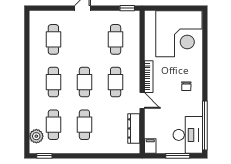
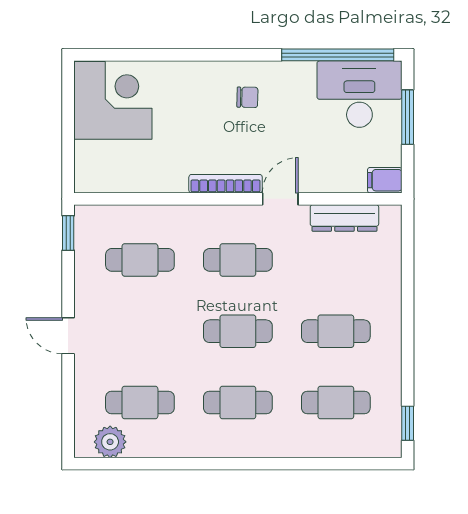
corner desk: (179, 34) -> (113, 100), width x0.74, depth x0.74
plant: (36, 136) -> (110, 442), moved

